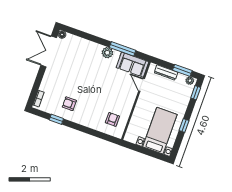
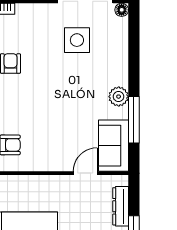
side table: (70, 64) -> (77, 40), added

